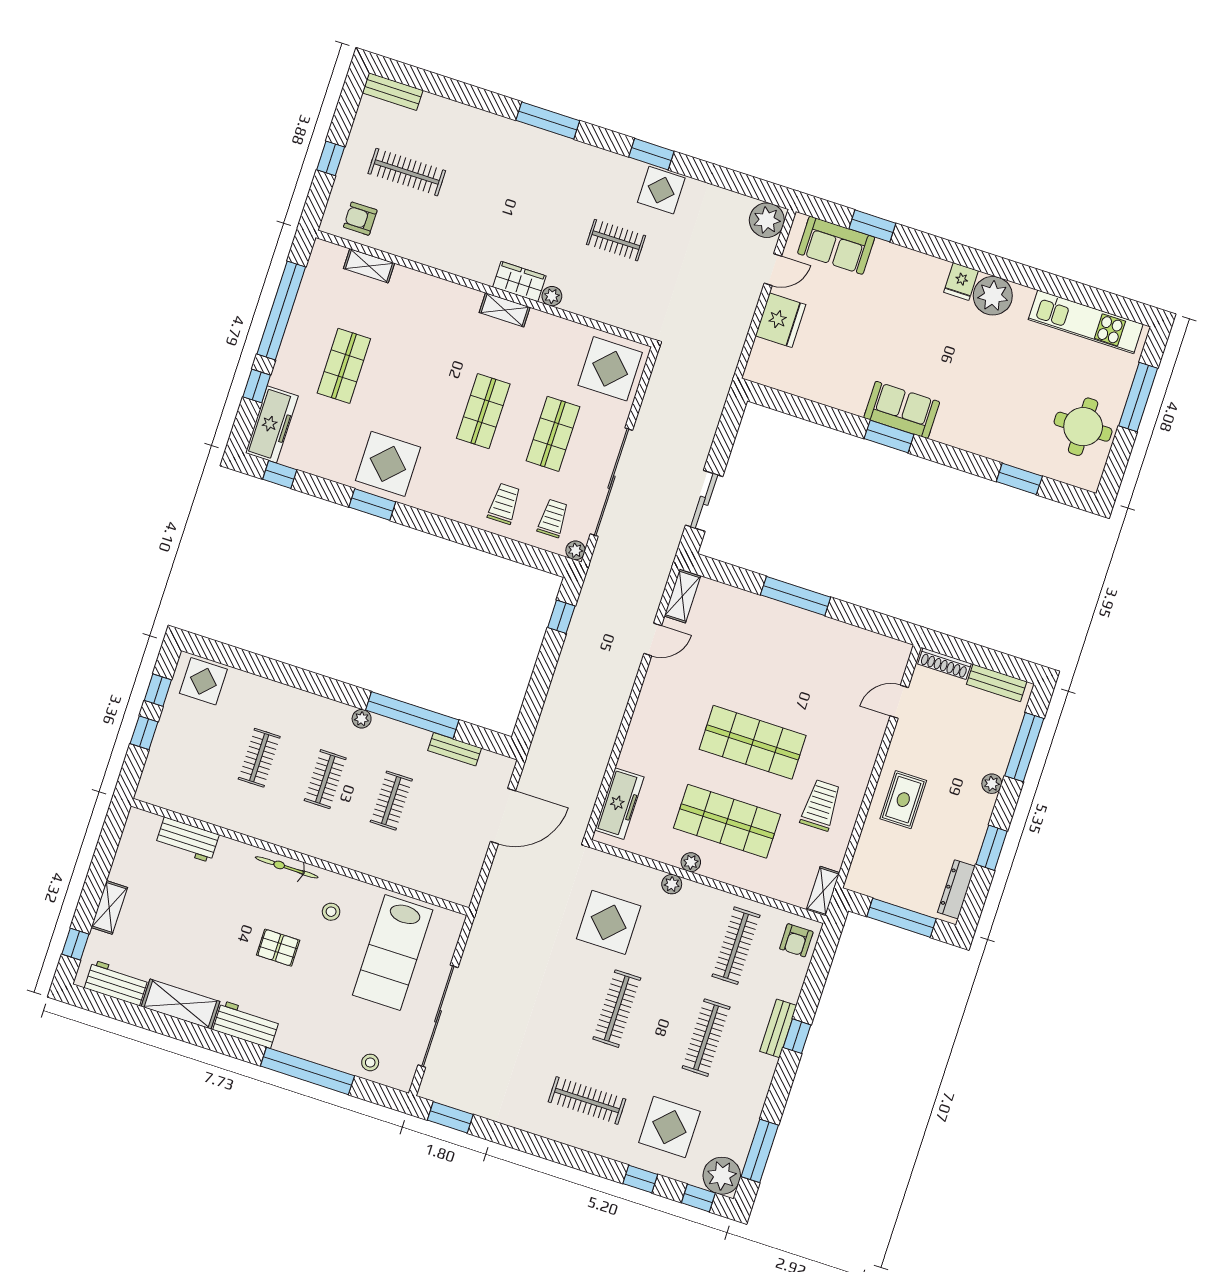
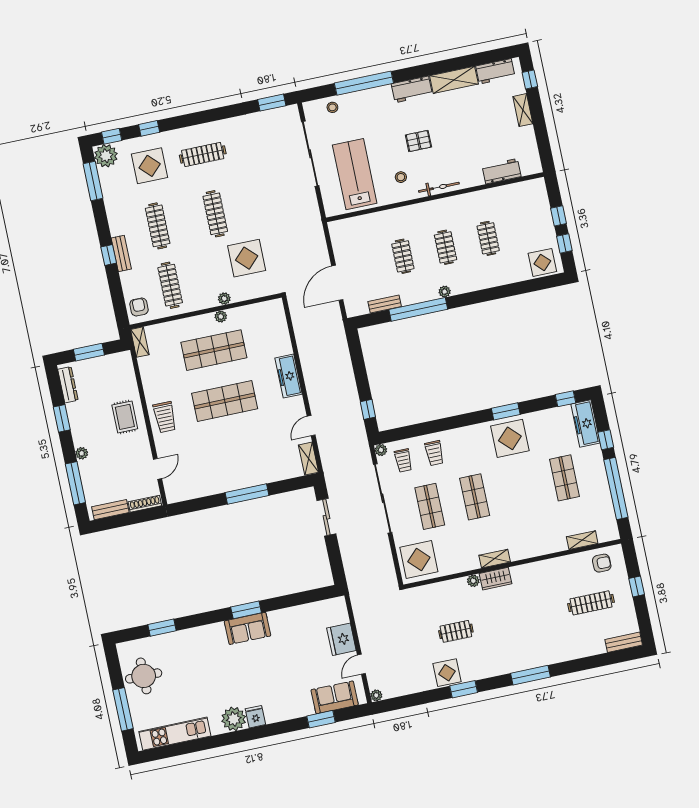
plant: (767, 220) -> (376, 695), width x0.53, depth x0.53
freezer: (619, 804) -> (288, 376), moved
trolley: (821, 805) -> (165, 417), moved
window: (902, 918) -> (89, 352), width x0.69

